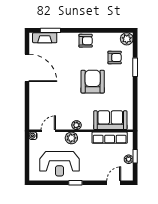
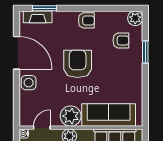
armchair: (93, 82) -> (78, 64), moved
side table: (37, 93) -> (29, 83), added
sofa: (110, 120) -> (109, 115), width x1.36
plant: (76, 125) -> (71, 116), width x1.87, depth x1.87

